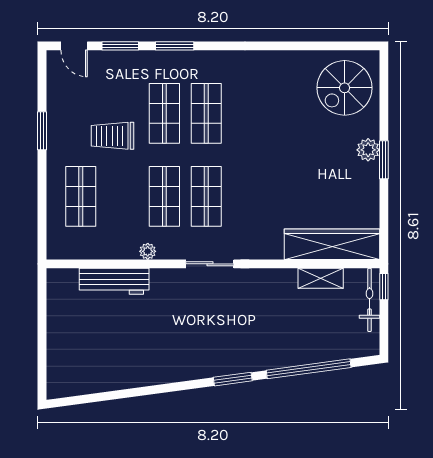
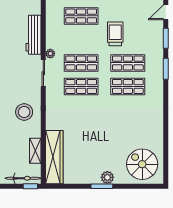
sliding door: (210, 264) -> (43, 73), moved
stool: (252, 298) -> (24, 112), added

